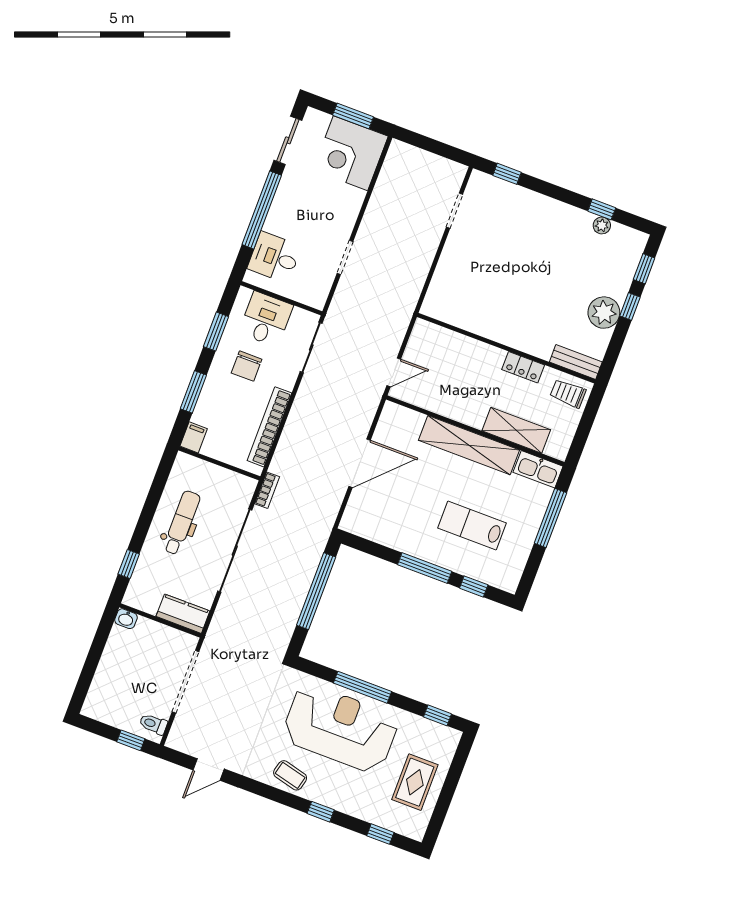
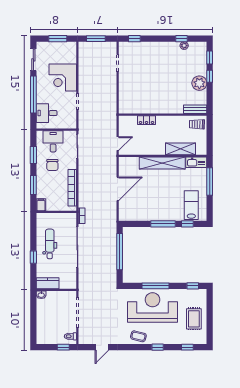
window: (429, 145) -> (96, 39), added
corner desk: (351, 153) -> (63, 78), moved
locker: (523, 367) -> (146, 120), moved
lab bench: (472, 526) -> (191, 205), moved, turned 90
window: (129, 564) -> (33, 257), moved
kitchen counter: (183, 614) -> (48, 283), moved

